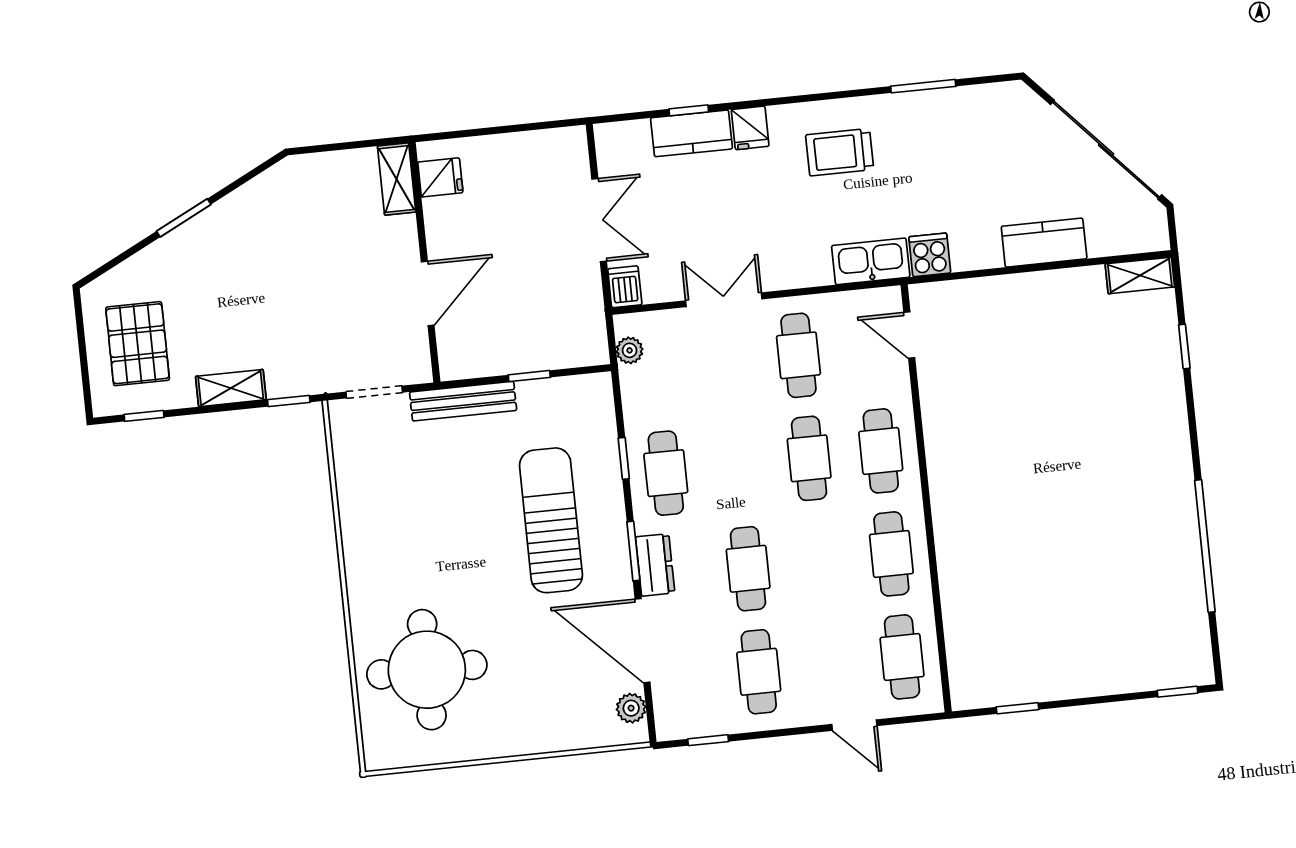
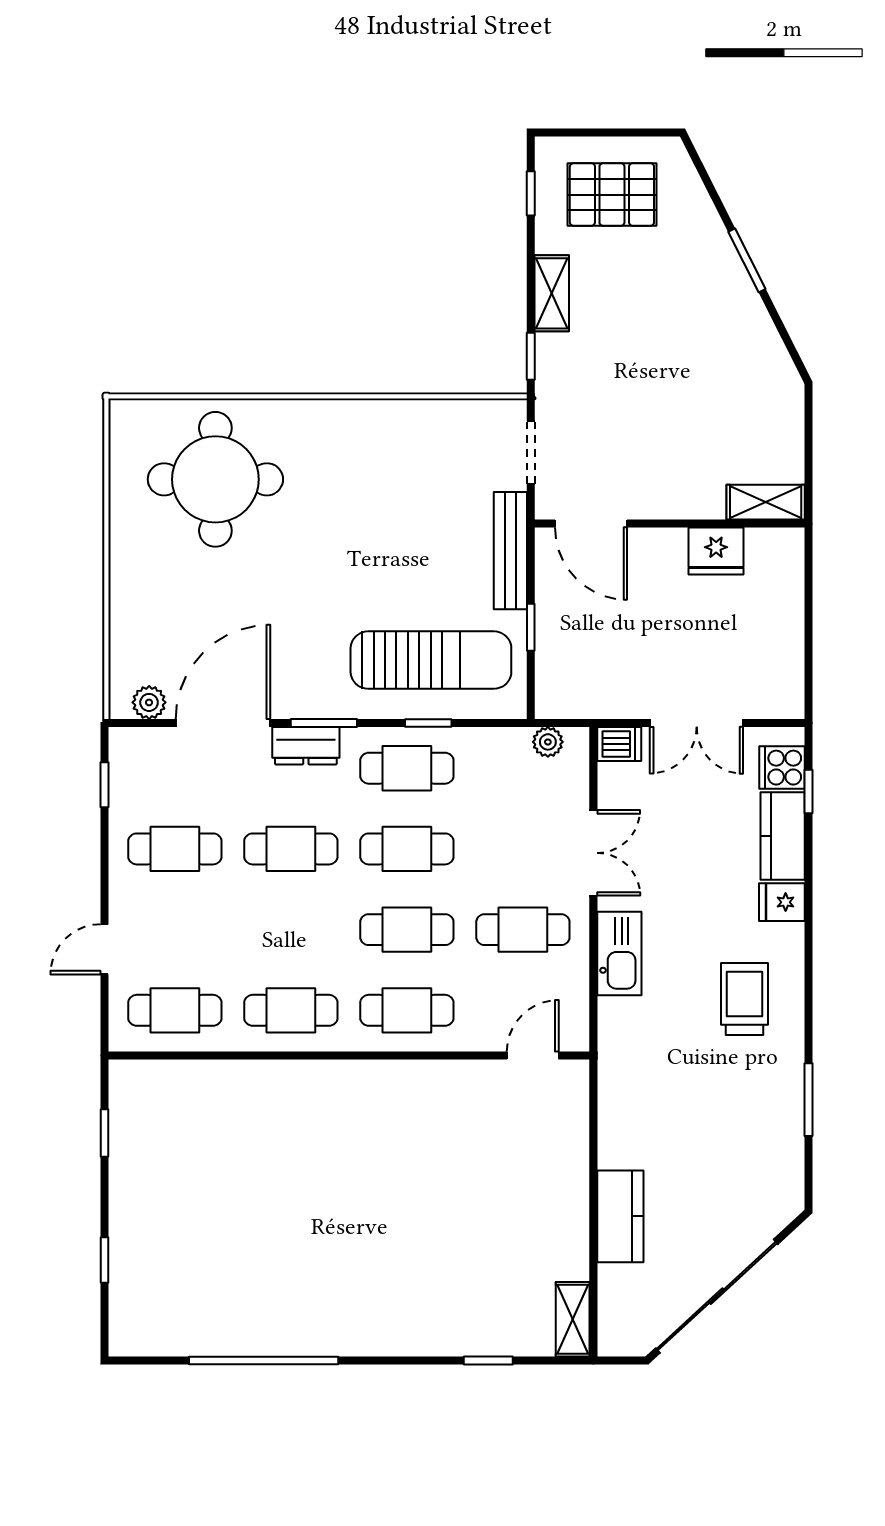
window: (689, 110) -> (808, 791), moved
fridge: (440, 177) -> (716, 551), moved, width x1.38
cooker: (930, 255) -> (782, 768), moved, turned 180
kitchen sink: (871, 261) -> (619, 954), moved
door: (428, 294) -> (591, 524), moved
cafe table: (737, 466) -> (407, 849), added
sun lounger: (551, 520) -> (431, 660), moved
window: (1178, 692) -> (104, 1260), moved

